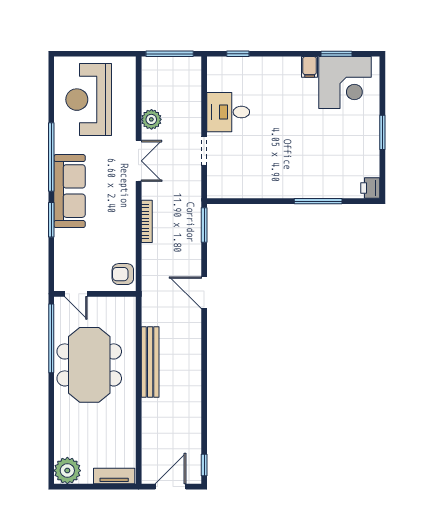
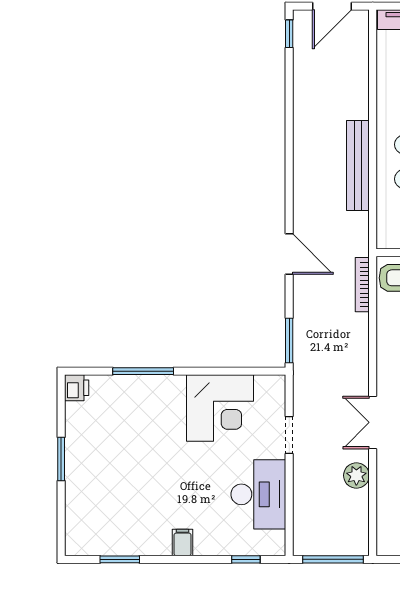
filing cabinet: (310, 67) -> (182, 543), moved
corner desk: (345, 83) -> (220, 408), moved, turned 180
desk: (228, 112) -> (258, 494), width x1.37
bookcase: (147, 221) -> (362, 285), moved

